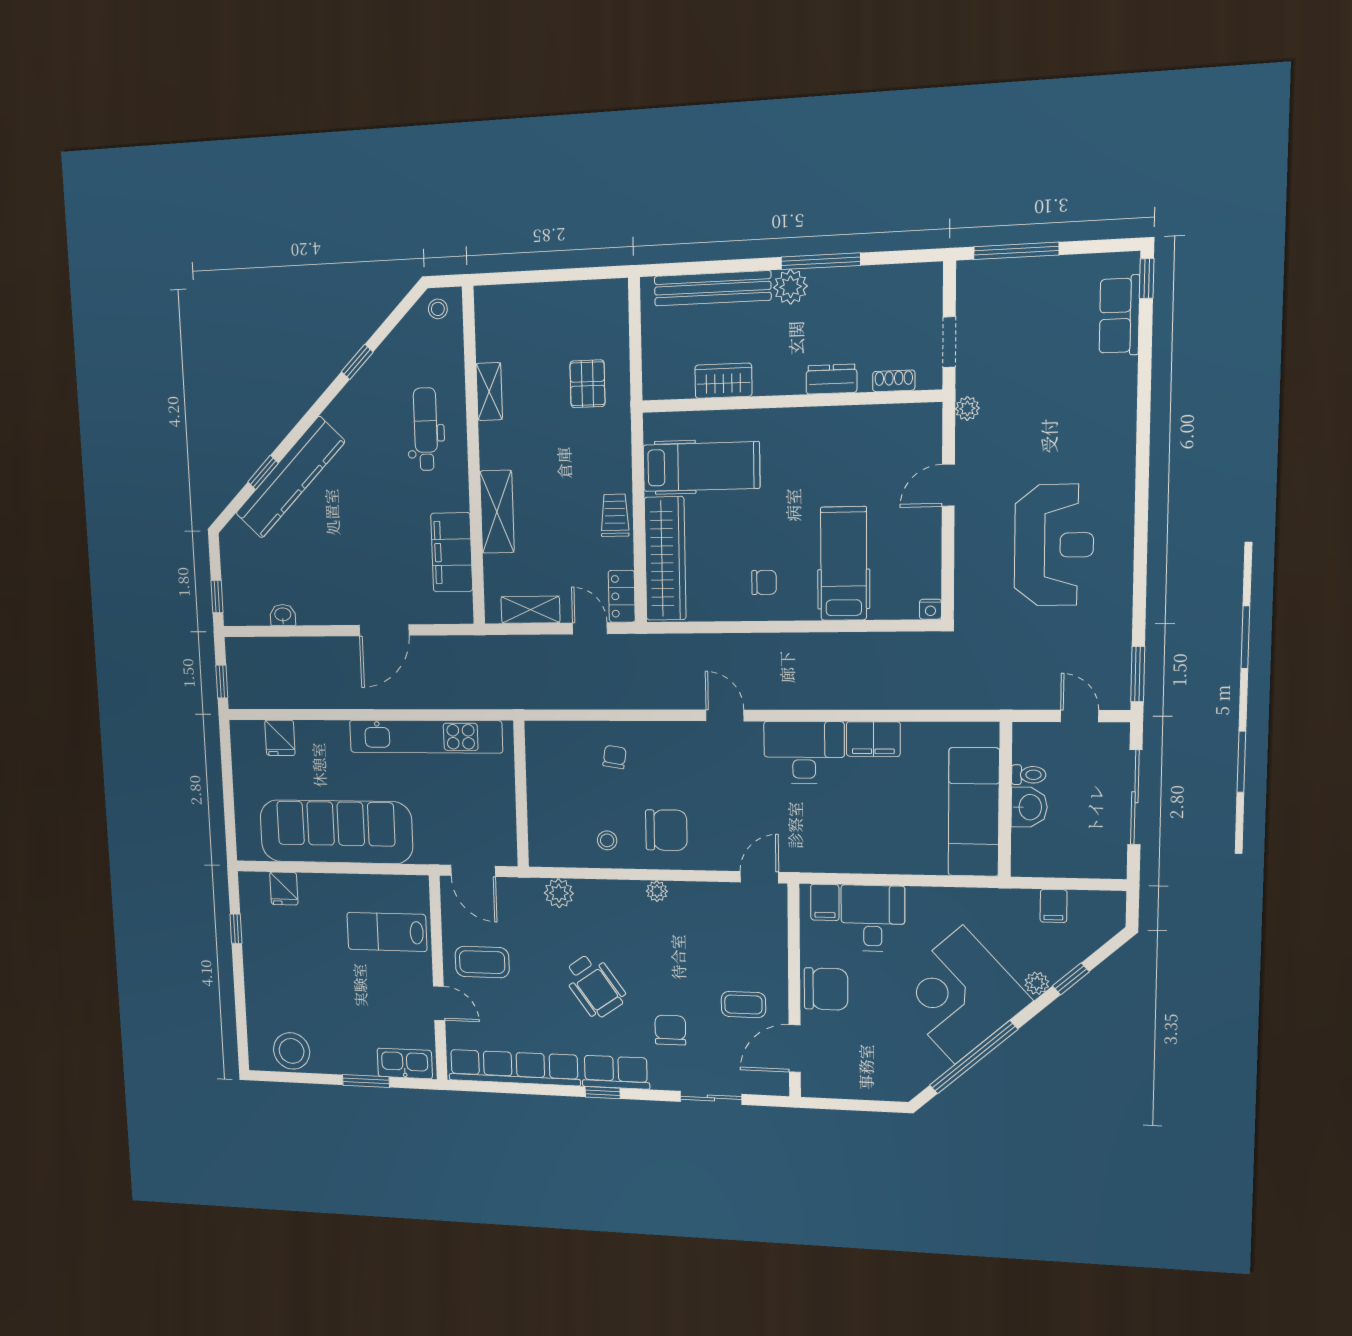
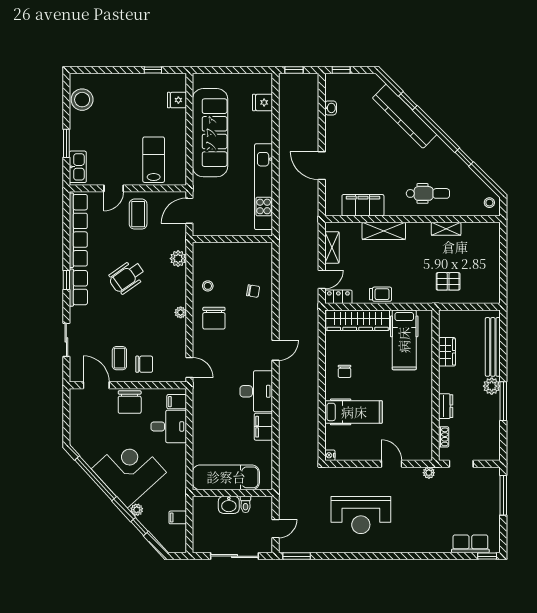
chair: (670, 1030) -> (144, 364), moved

